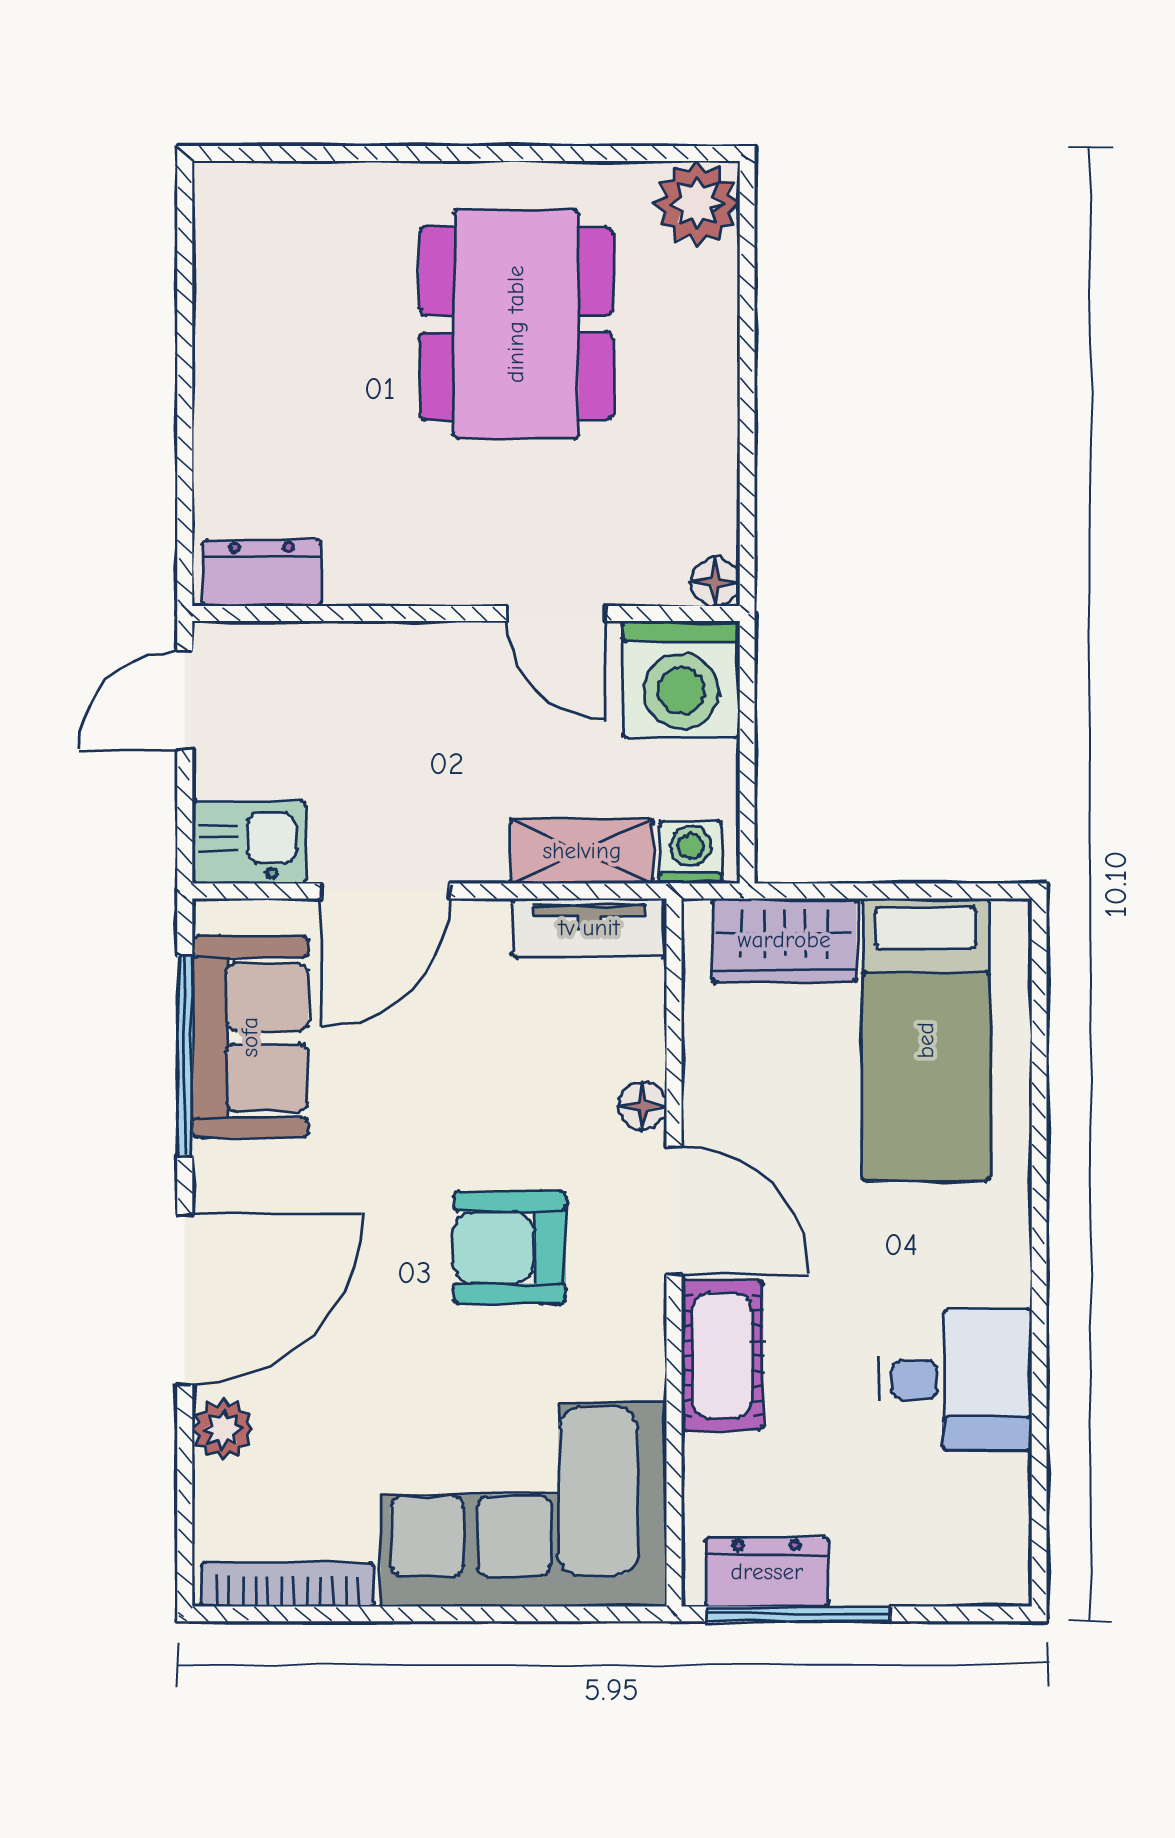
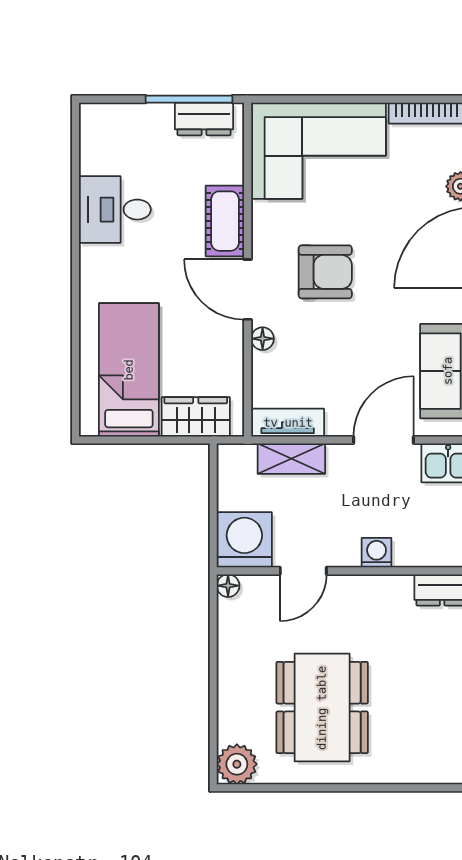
door: (556, 614) -> (303, 571), swing flipped
washing machine: (690, 852) -> (377, 553), moved, turned 180

